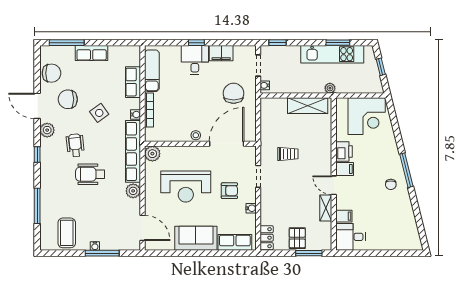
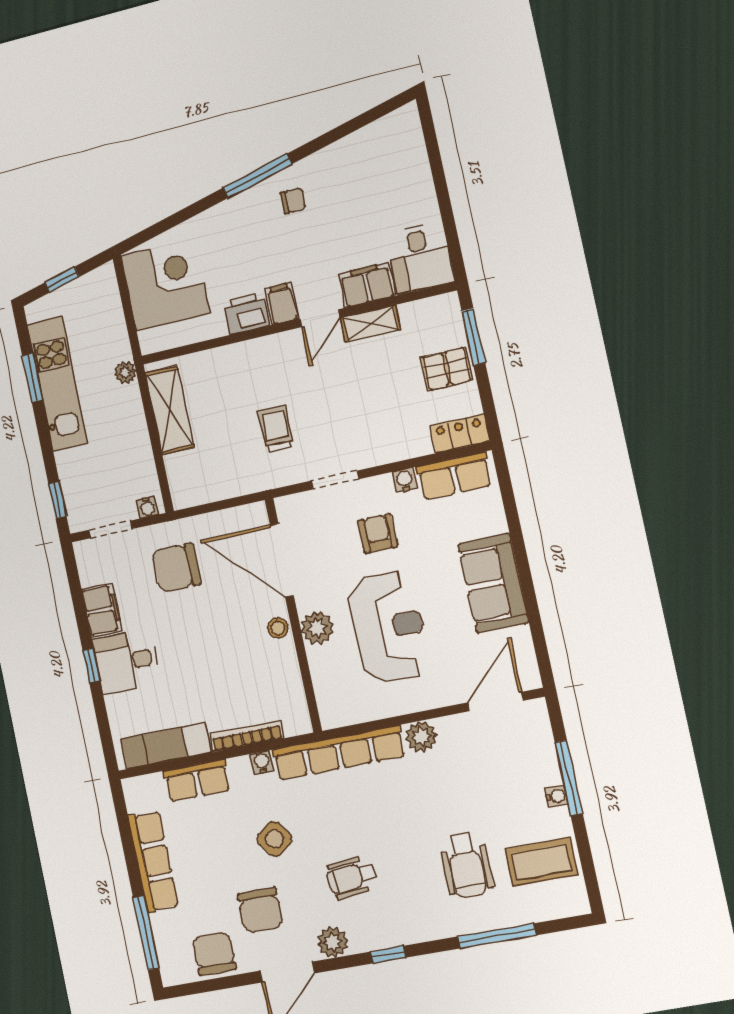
row of seats: (92, 53) -> (153, 861), width x1.48
plant: (152, 154) -> (317, 628), moved
wheelchair: (90, 174) -> (466, 865), moved
filing cabinet: (344, 216) -> (367, 285), width x2.00
row of seats: (235, 242) -> (454, 476), moved, turned -90

